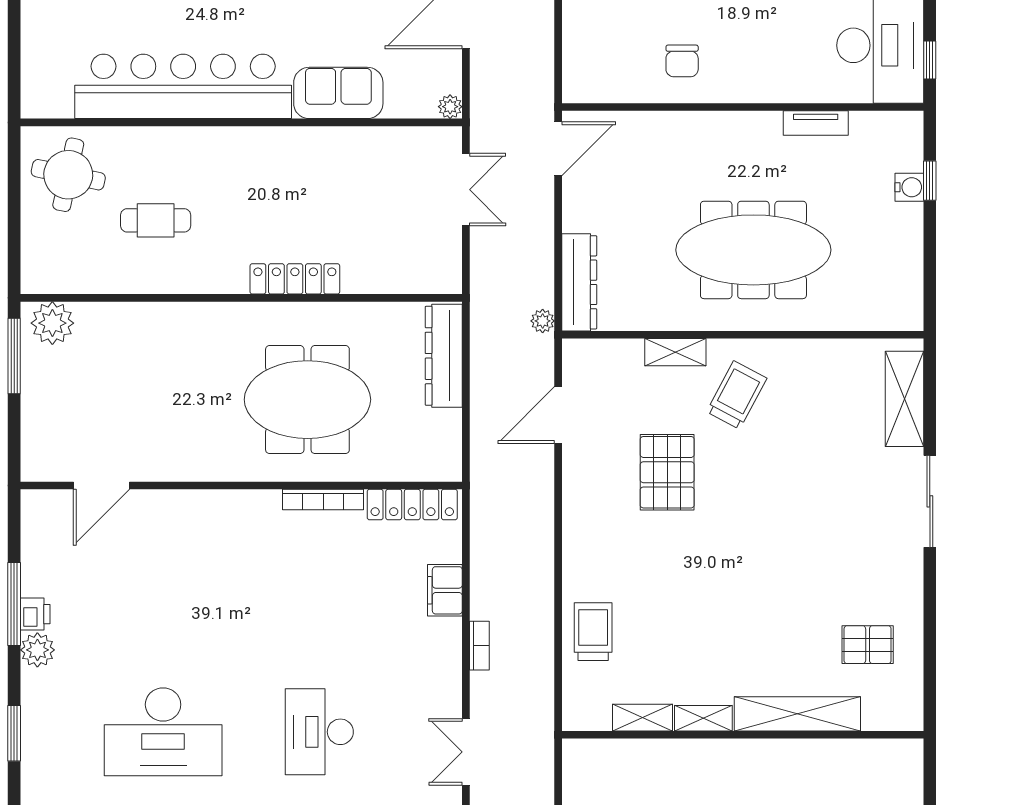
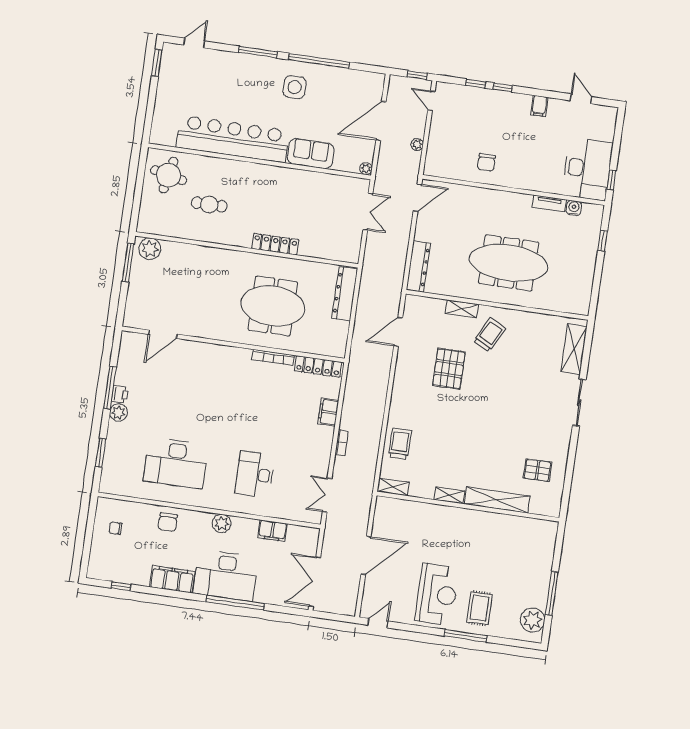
water cooler: (909, 187) -> (574, 208), moved, turned -90
plant: (543, 321) -> (417, 144), moved
shelving: (642, 718) -> (393, 487), moved

